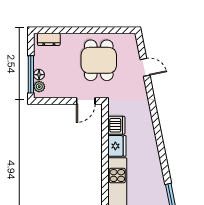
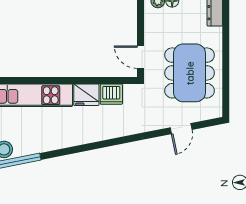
dining table: (99, 60) -> (190, 73), width x1.38

